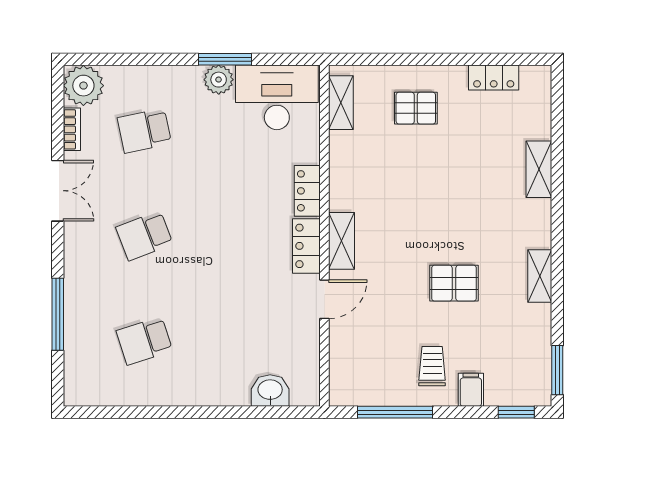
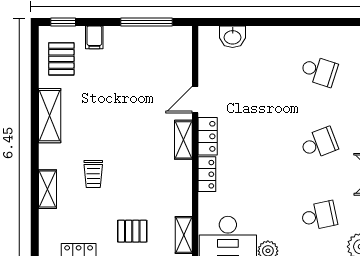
shelving: (540, 276) -> (50, 116), width x1.50, depth x1.33
pallet: (454, 283) -> (61, 59), moved, turned 90
school desk: (144, 341) -> (319, 71), turned 36
trolley: (432, 366) -> (93, 174), moved
window: (557, 370) -> (35, 51), removed

